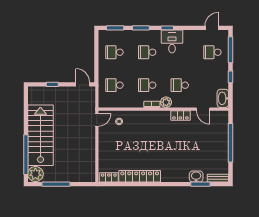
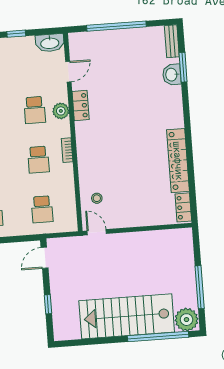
plant: (166, 102) -> (61, 111), moved

